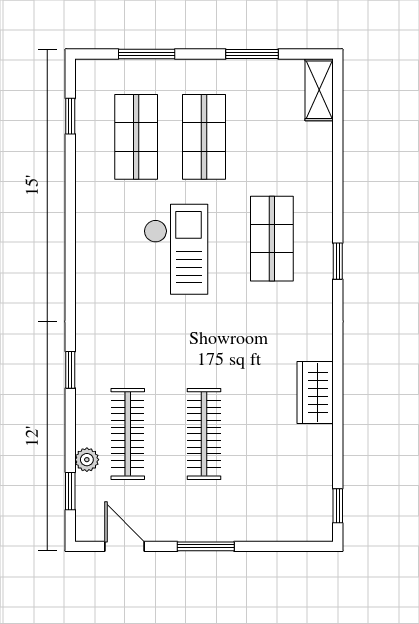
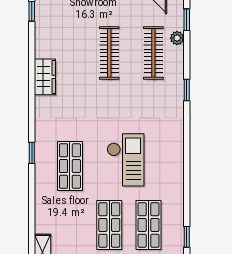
checkout: (176, 249) -> (126, 160), turned 180

